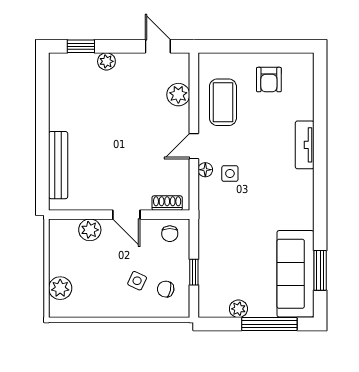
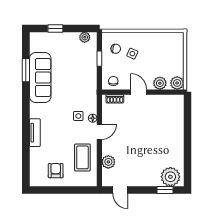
plant: (106, 61) -> (170, 177), moved, width x1.87, depth x1.87
bench: (58, 165) -> (178, 121), removed
window: (320, 270) -> (26, 70), moved
sofa: (295, 274) -> (40, 78), moved
plant: (60, 288) -> (177, 83), moved
plant: (238, 309) -> (85, 37), moved
window: (269, 324) -> (55, 28), width x0.46

